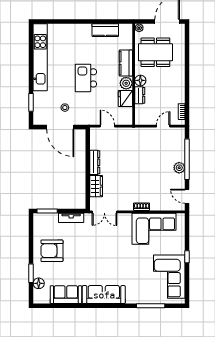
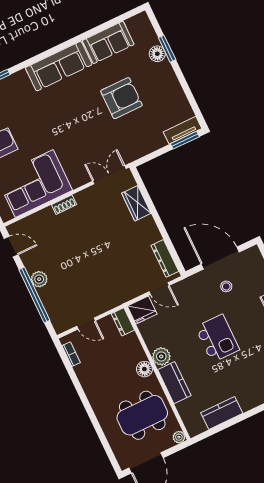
dresser: (140, 95) -> (123, 322), moved
fridge: (125, 98) -> (142, 310), moved, turned 90
door: (163, 126) -> (86, 323), hinge flipped
dresser: (95, 162) -> (165, 258), moved
tv unit: (71, 218) -> (183, 130), moved
armchair: (52, 251) -> (121, 98), moved
floor lamp: (39, 283) -> (157, 54), moved

